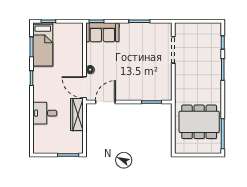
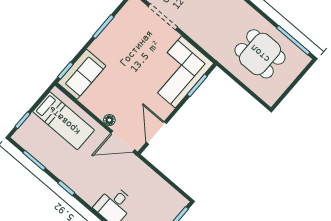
bed: (43, 44) -> (64, 121), moved
corner sofa: (150, 85) -> (179, 72), added
wardrobe: (77, 115) -> (144, 174), removed
dining table: (199, 122) -> (260, 54), width x0.73

